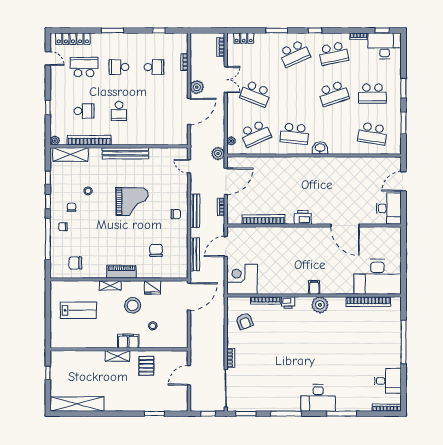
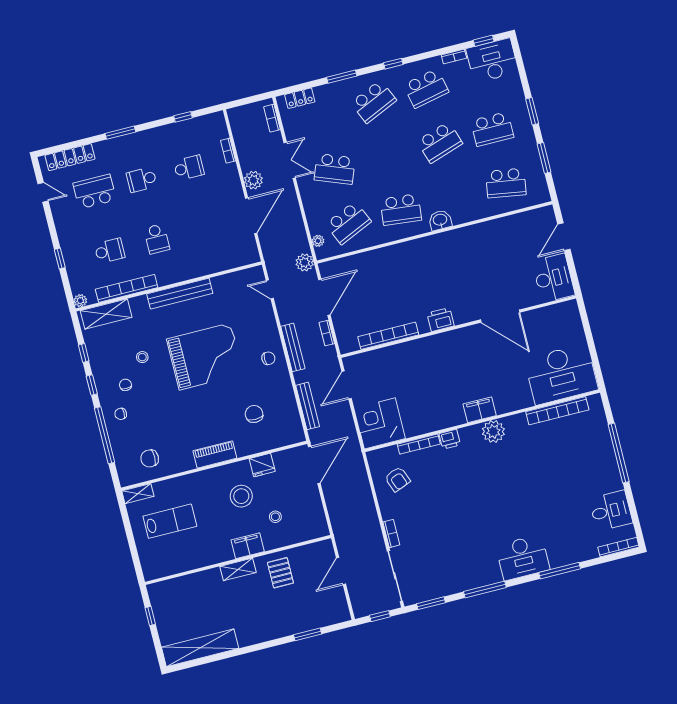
grand piano: (132, 202) -> (205, 356), width x1.37, depth x1.48
shelving: (110, 285) -> (138, 494), moved
filing cabinet: (314, 287) -> (480, 410), width x2.00

